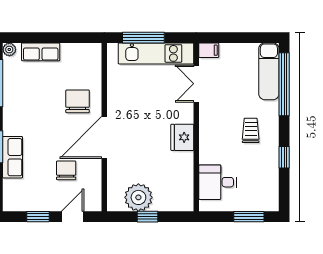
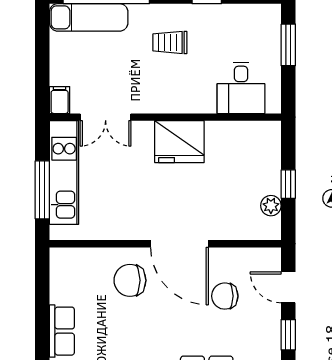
fridge: (182, 137) -> (179, 142), width x1.36, depth x1.34
plant: (138, 197) -> (271, 206), width x0.53, depth x0.53

